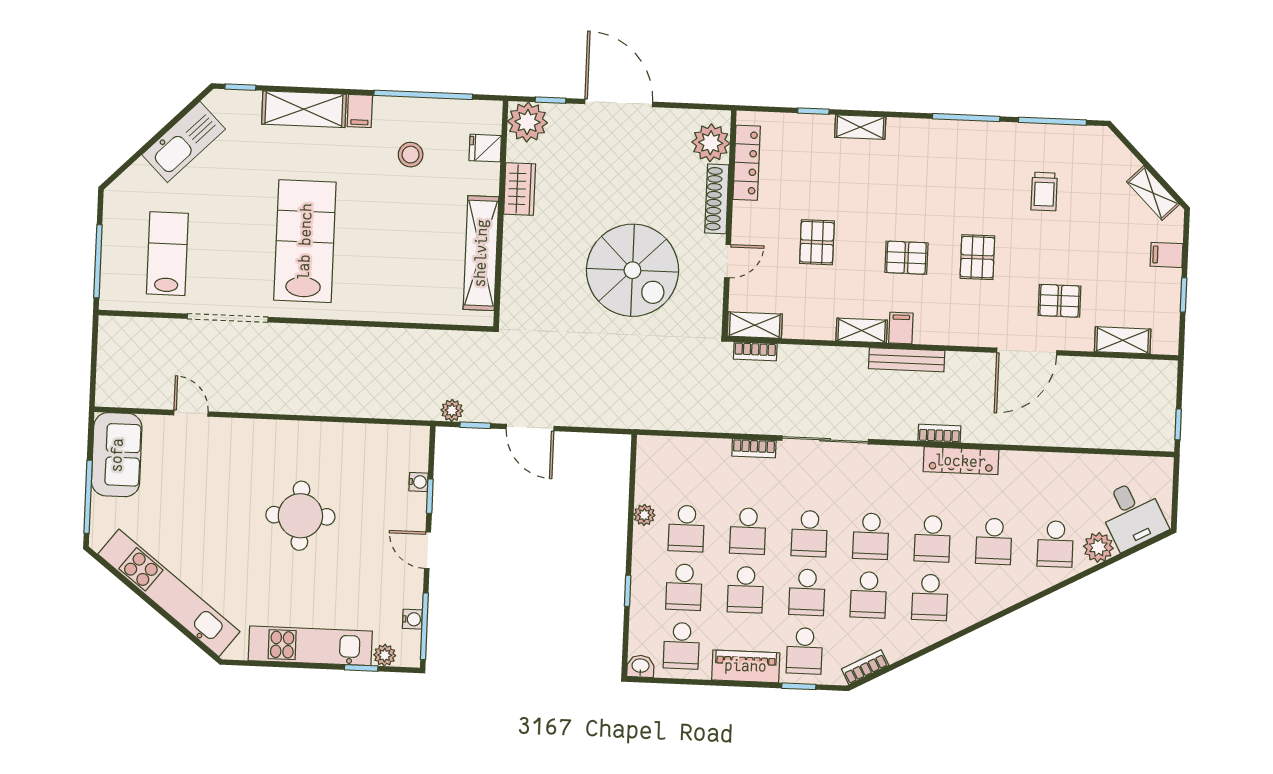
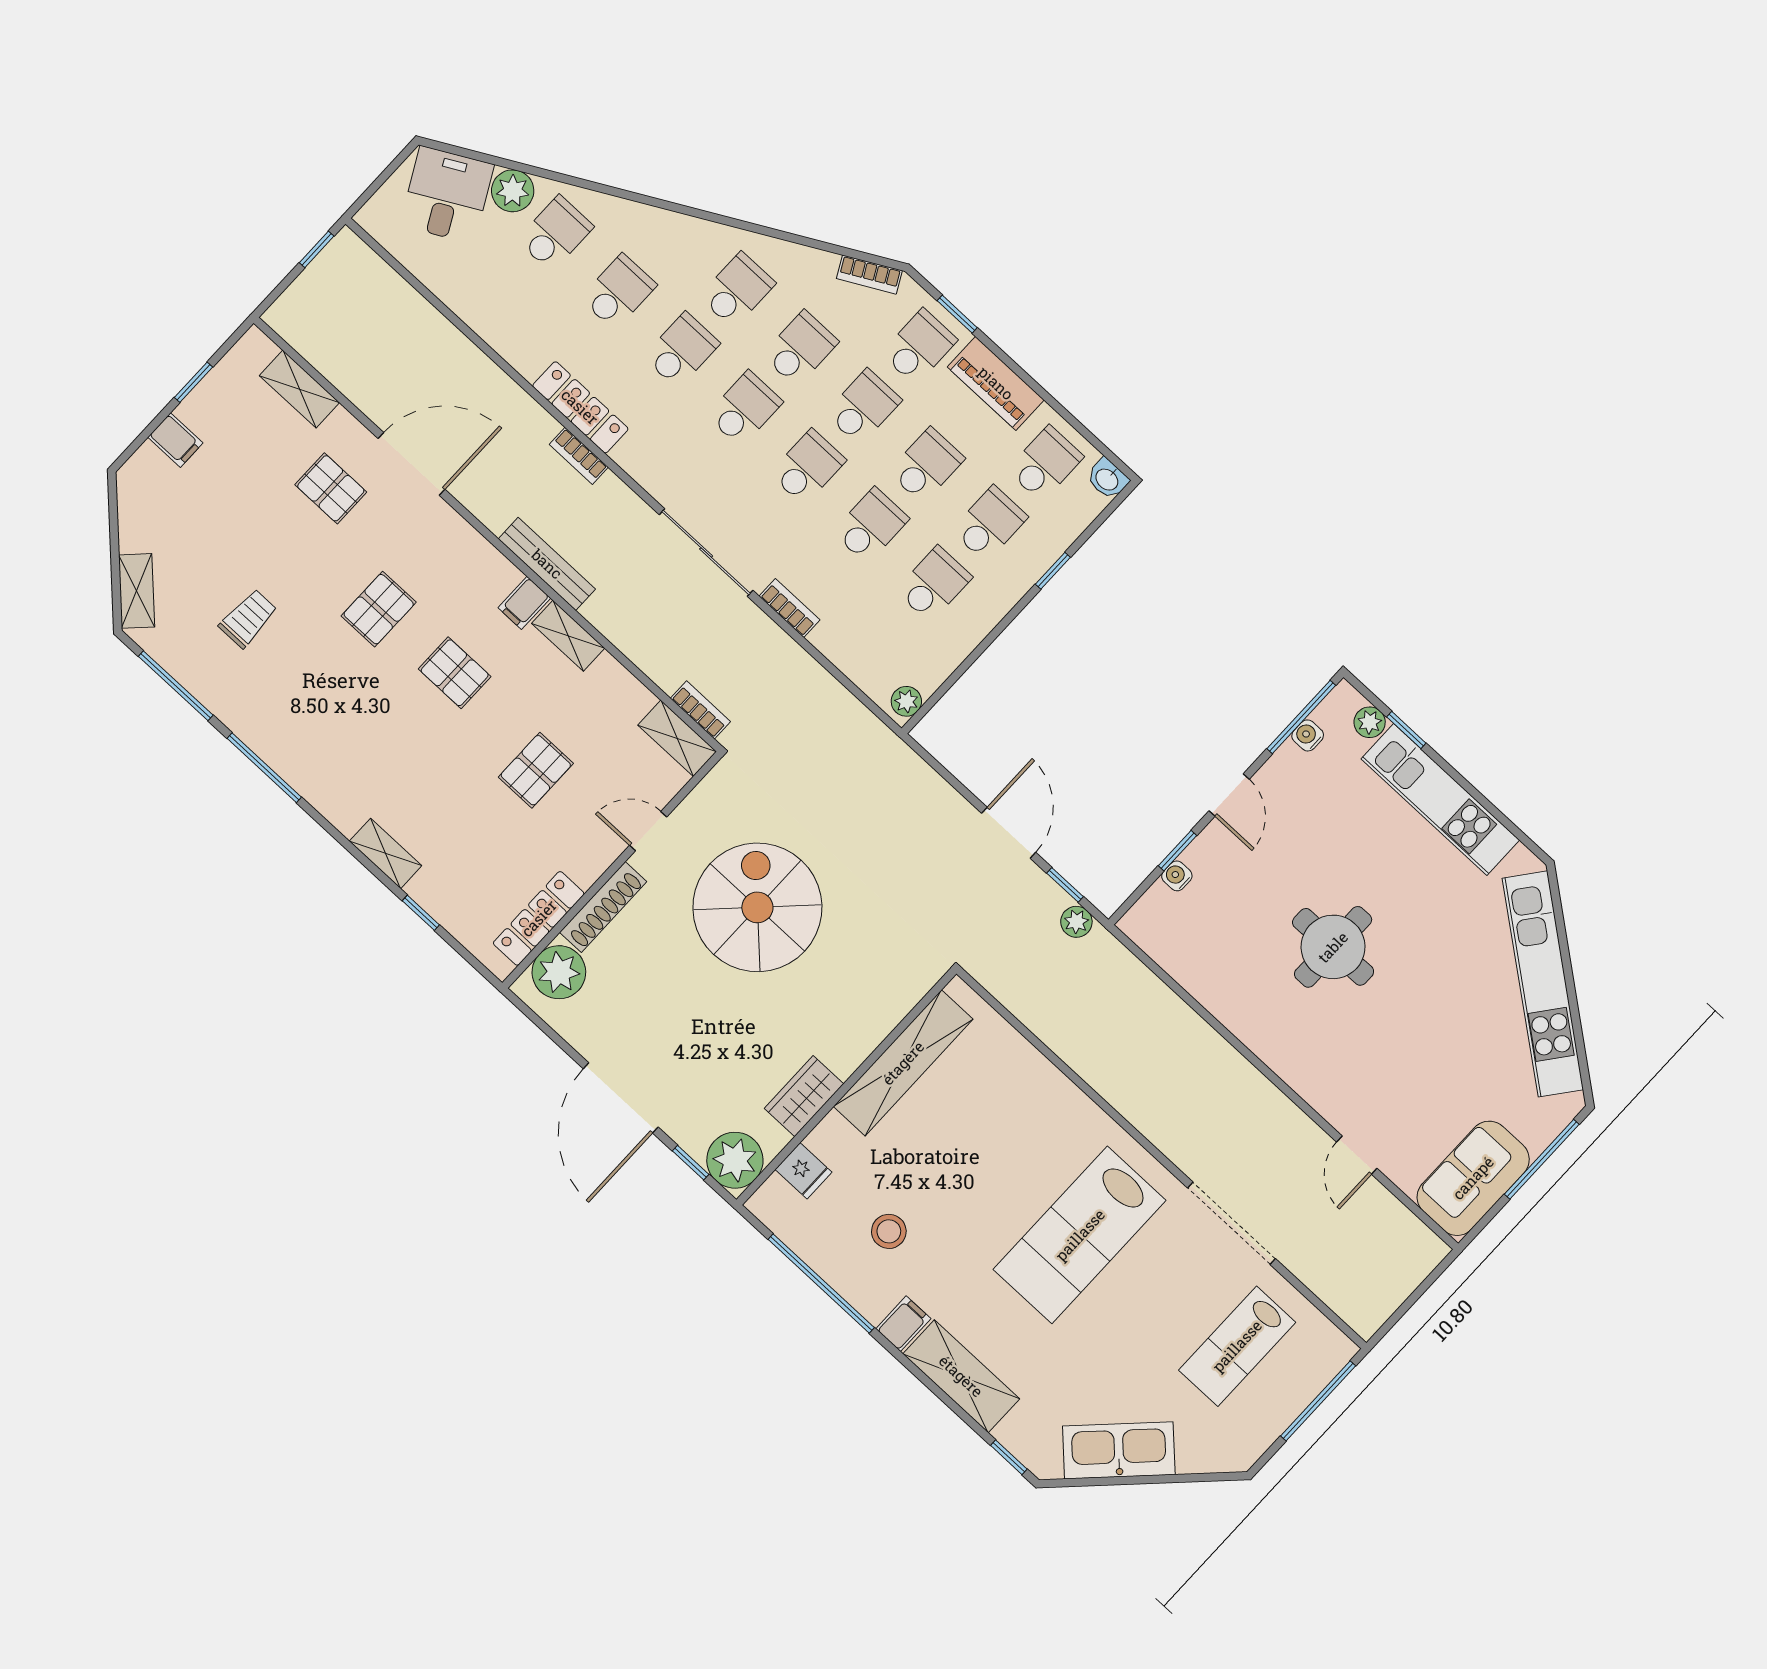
shelving: (1153, 193) -> (137, 591), moved
plant: (644, 515) -> (906, 701), moved

